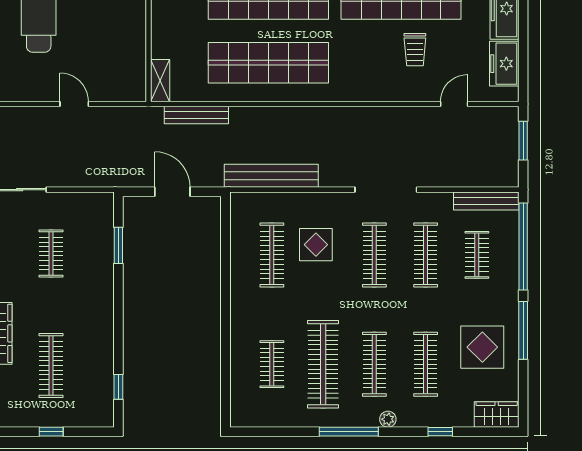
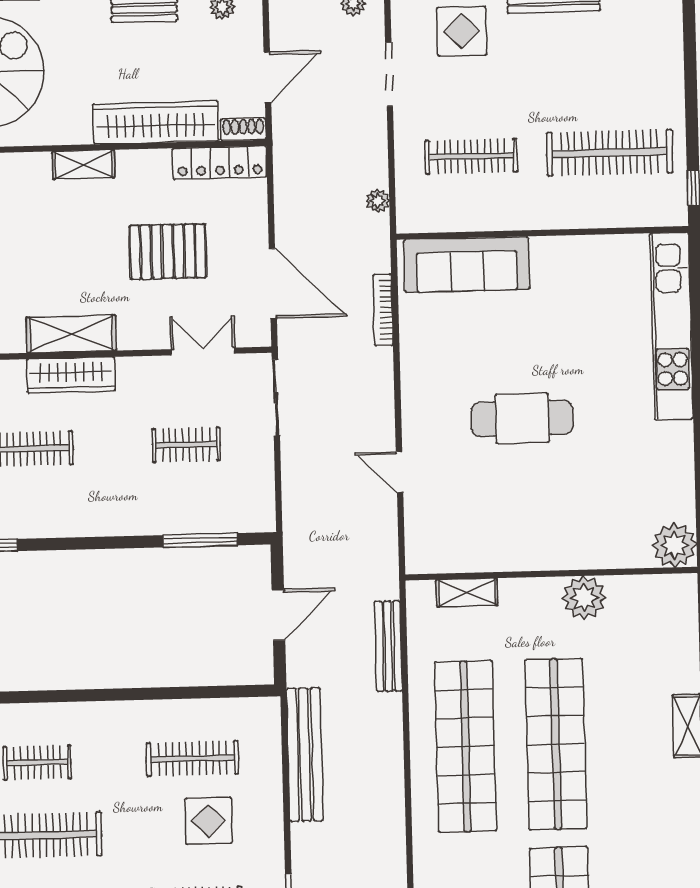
shelving: (160, 81) -> (467, 593), moved
door: (74, 104) -> (400, 472), swing flipped
window: (118, 245) -> (200, 540), width x1.44

